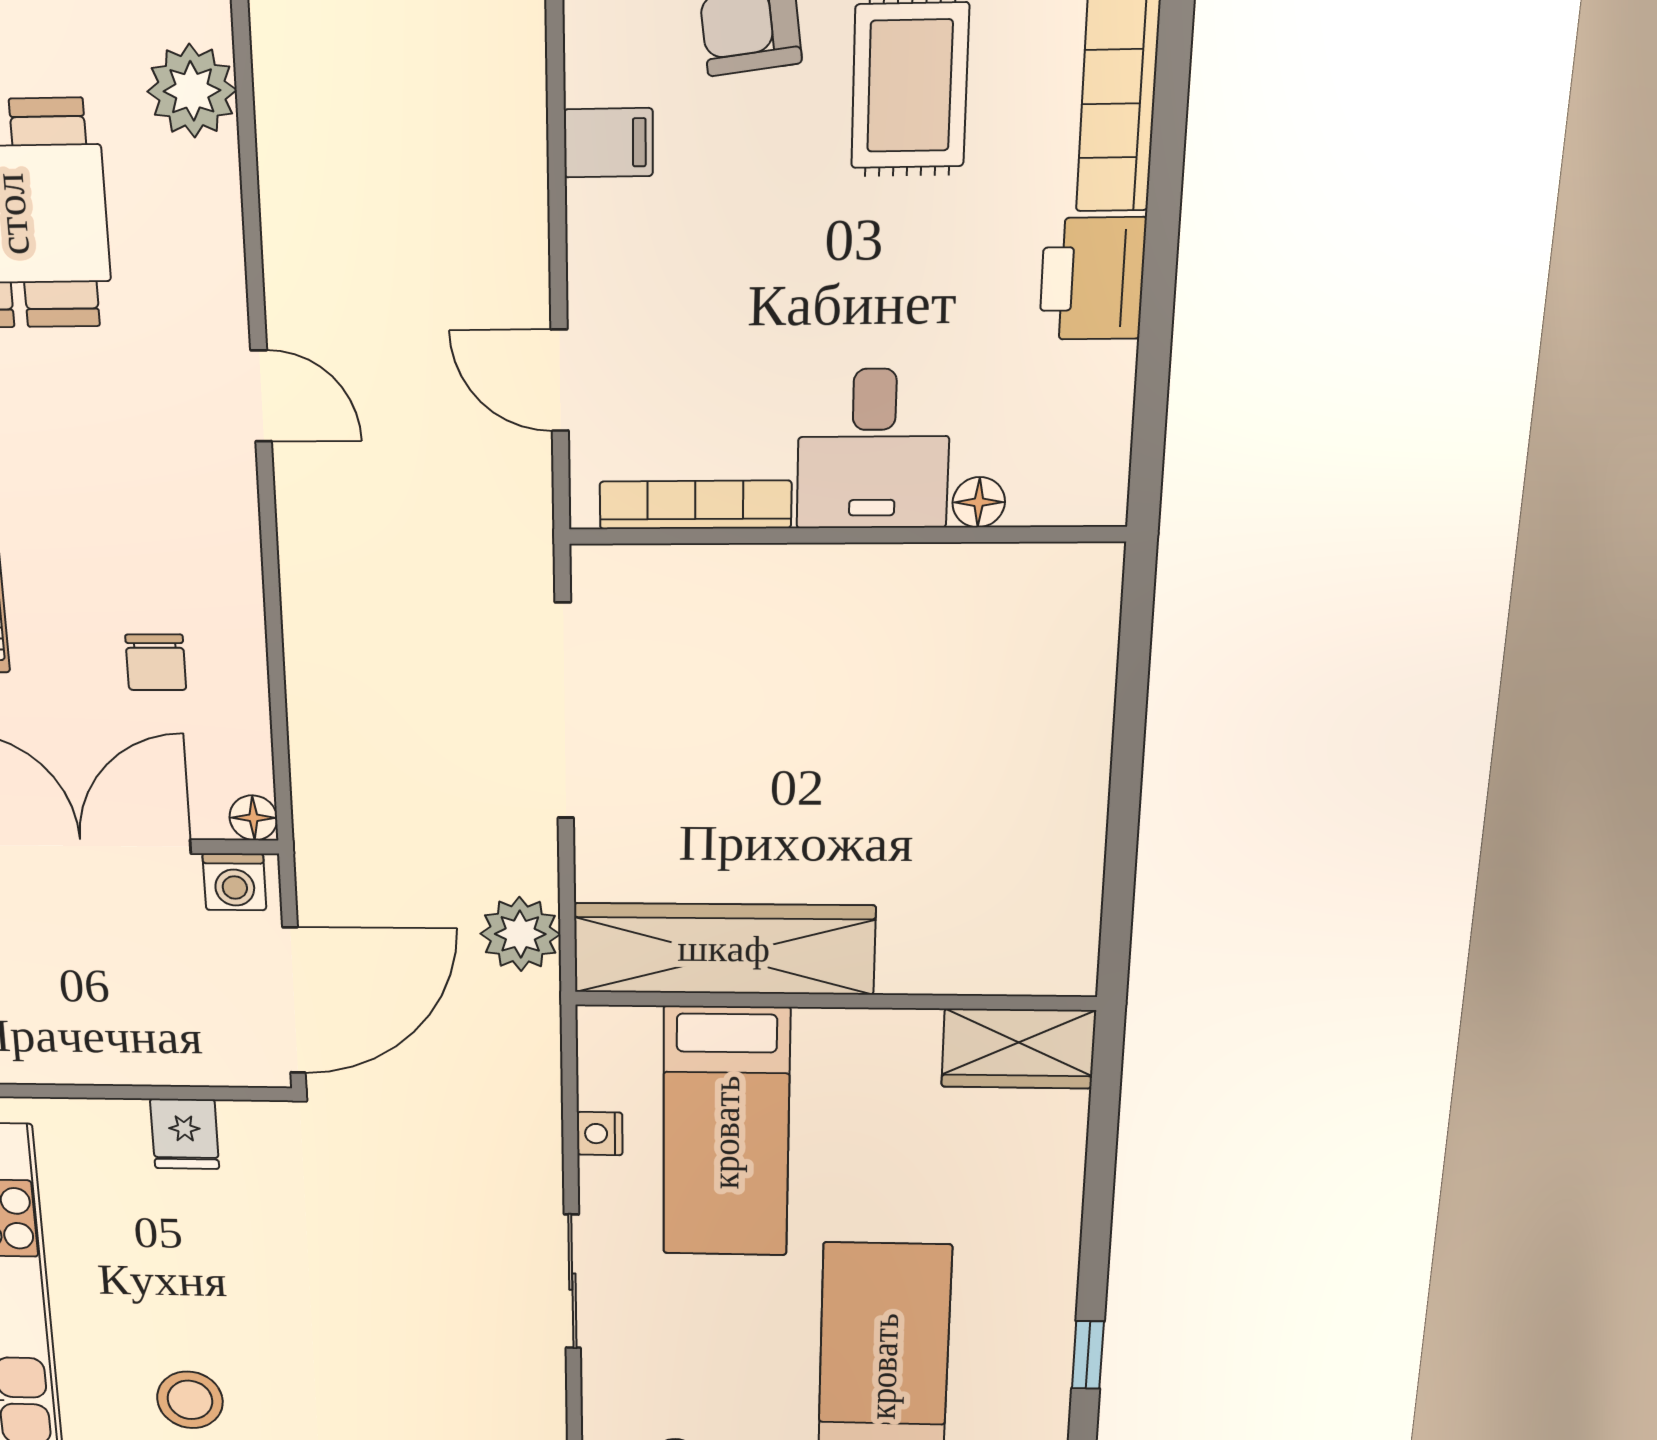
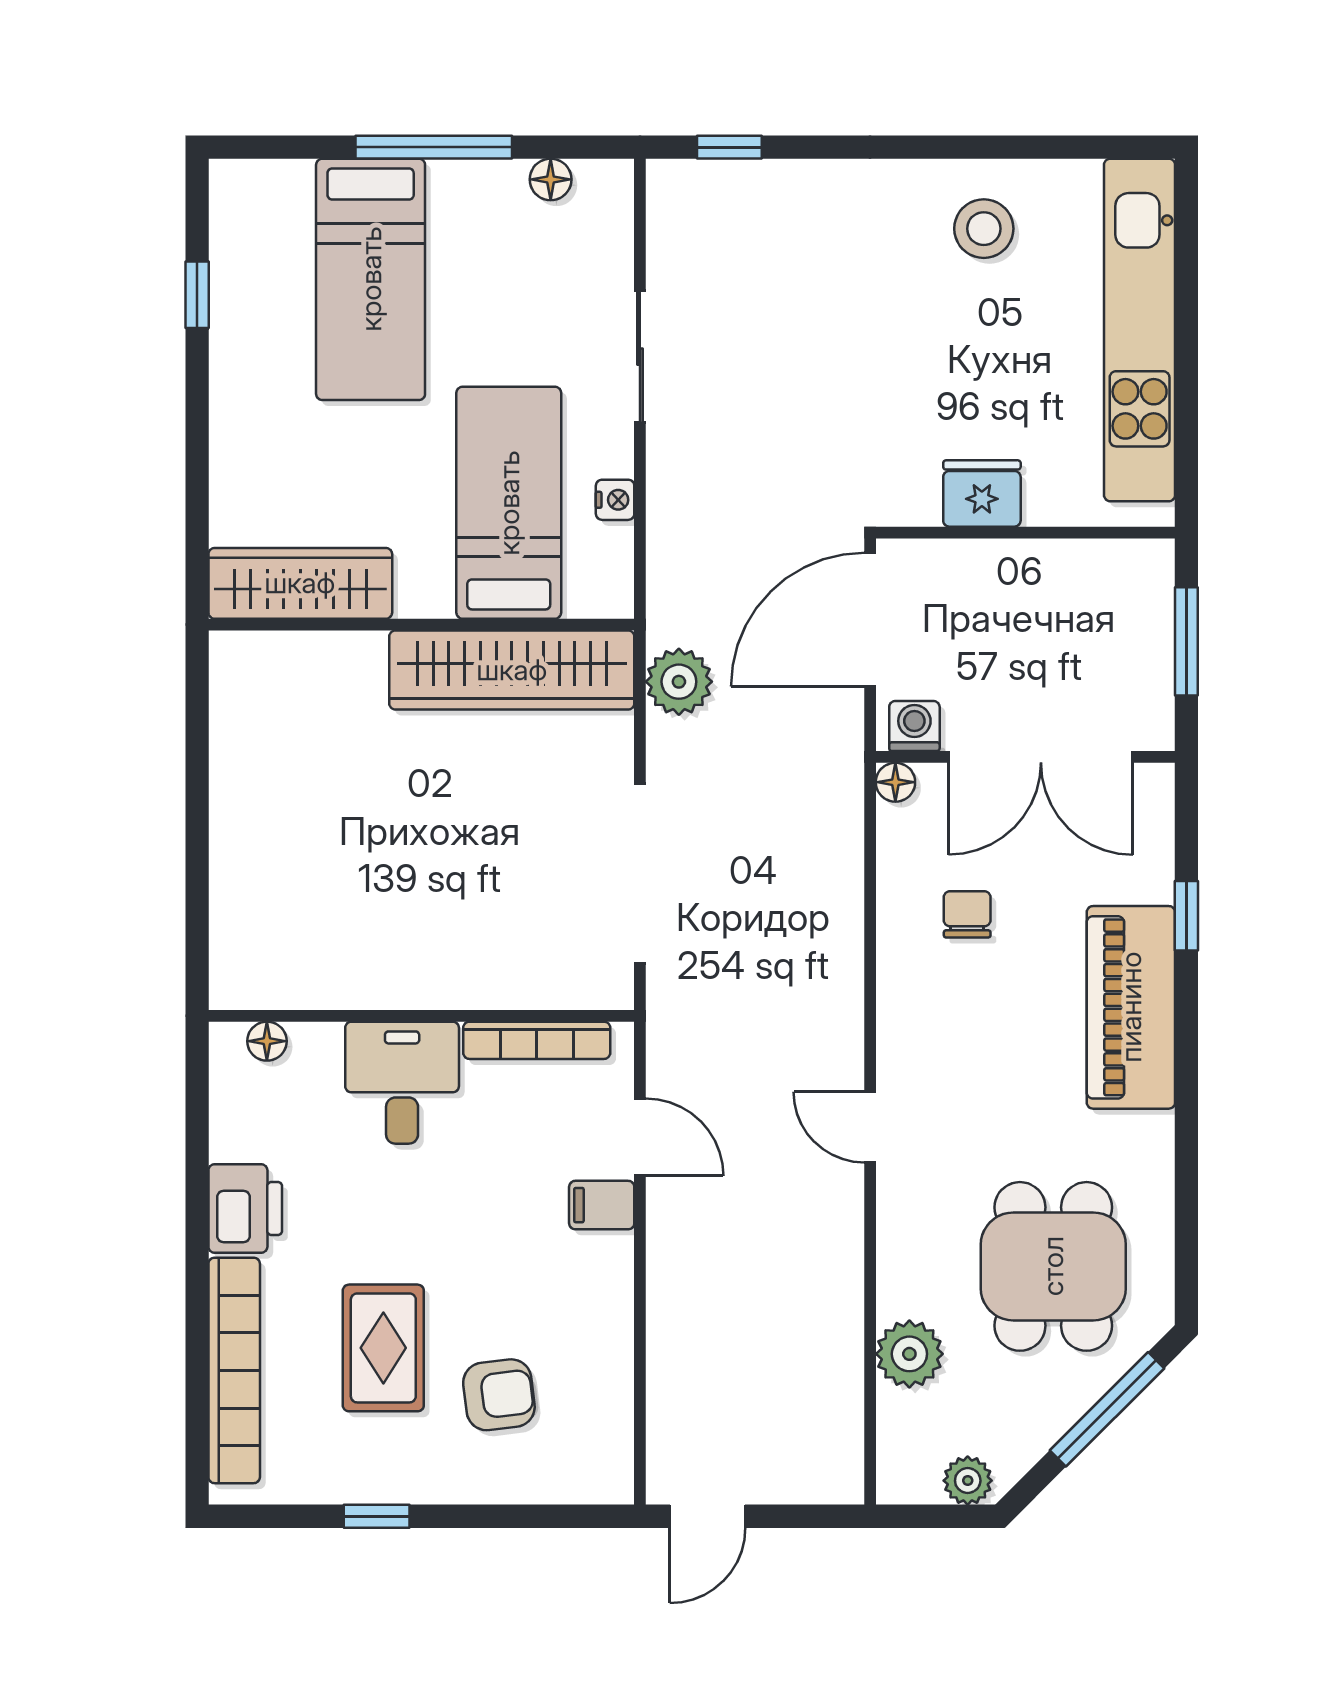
filing cabinet: (608, 143) -> (602, 1205), moved
floor lamp: (979, 502) -> (267, 1041), moved
wardrobe: (1018, 1049) -> (300, 583), width x1.50
fridge: (185, 1134) -> (982, 494), width x1.38

